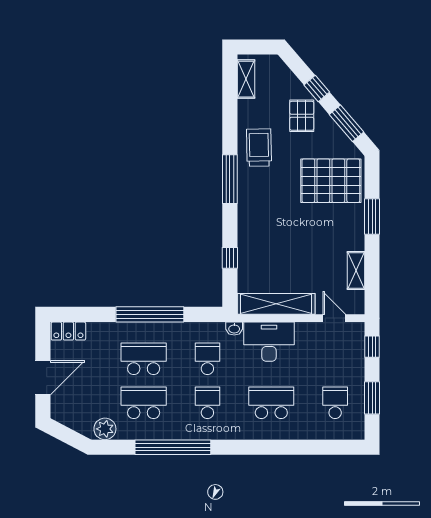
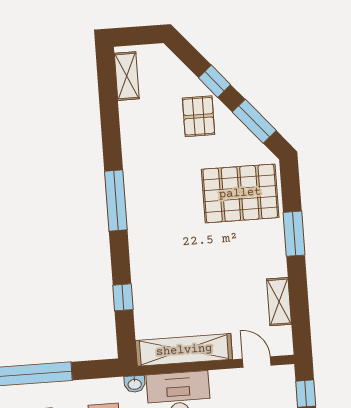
trolley: (259, 148) -> (149, 159), removed

